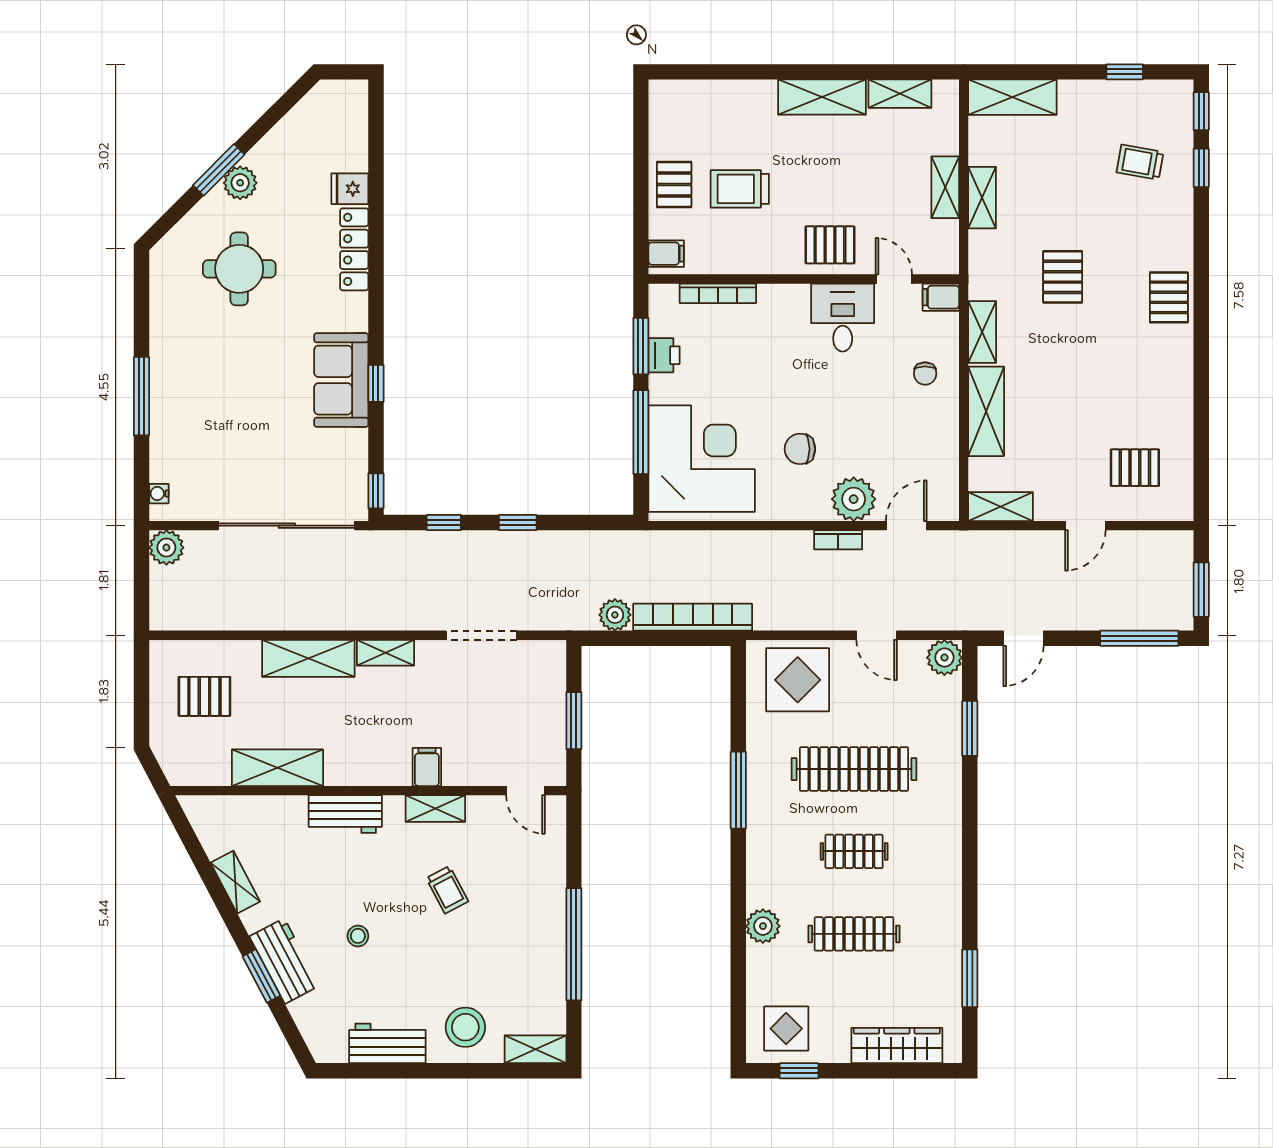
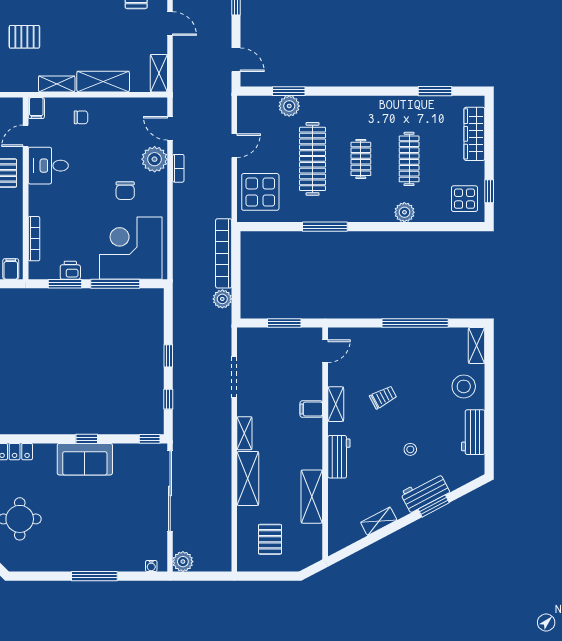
plant: (944, 658) -> (289, 106), moved

